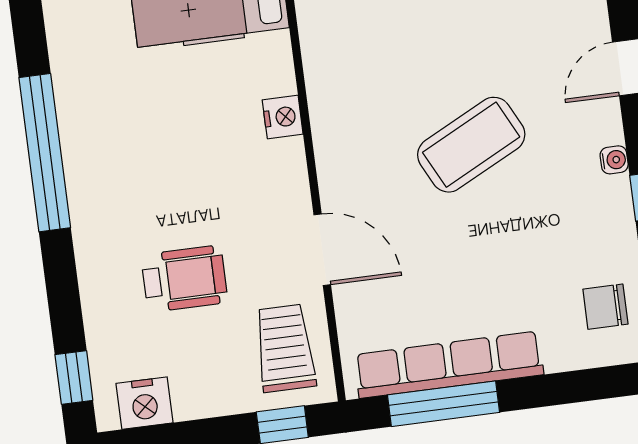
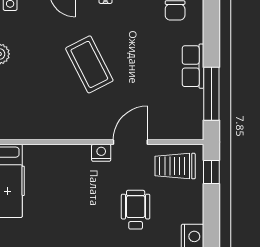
nightstand: (283, 117) -> (101, 153), moved
row of seats: (449, 365) -> (193, 66), width x0.50

